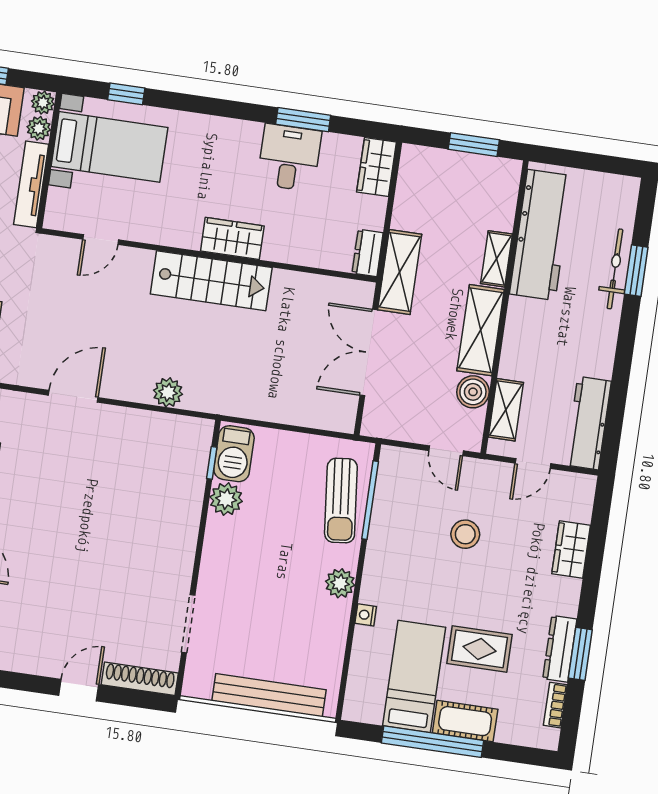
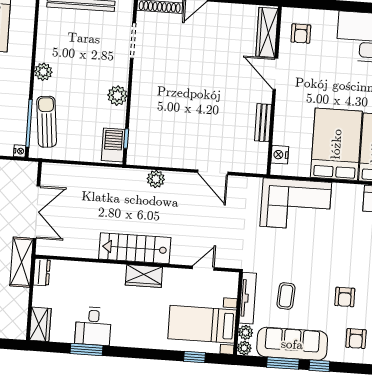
wardrobe: (232, 238) -> (144, 276), moved
door: (73, 396) -> (213, 172), hinge flipped
plant: (226, 499) -> (117, 96), moved
nightstand: (366, 615) -> (20, 151), moved

